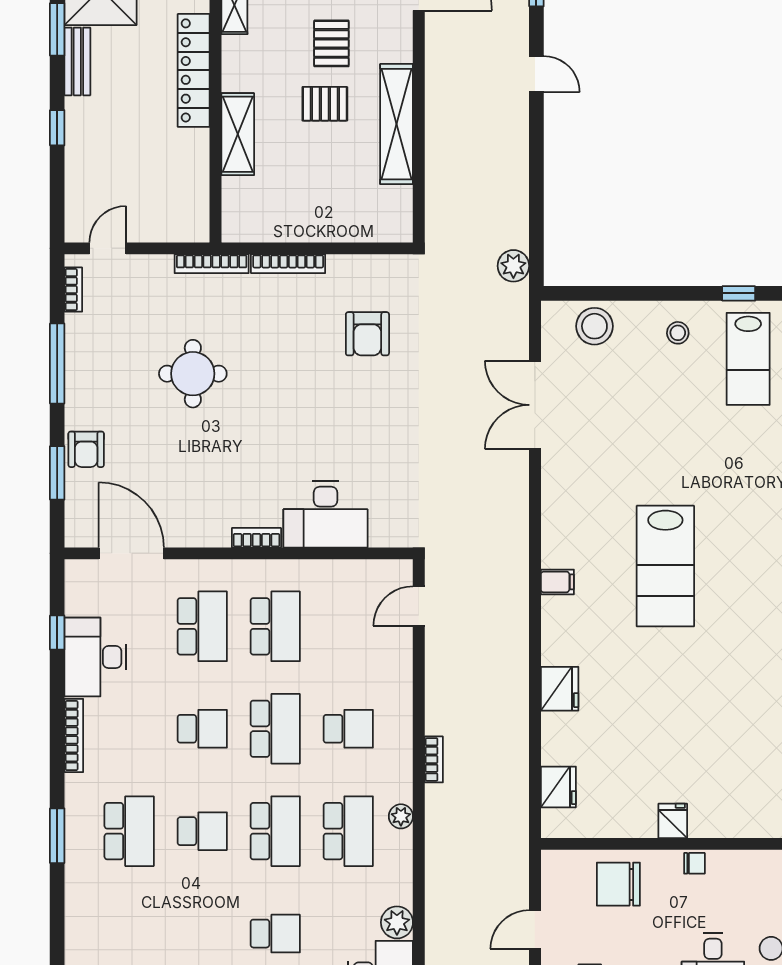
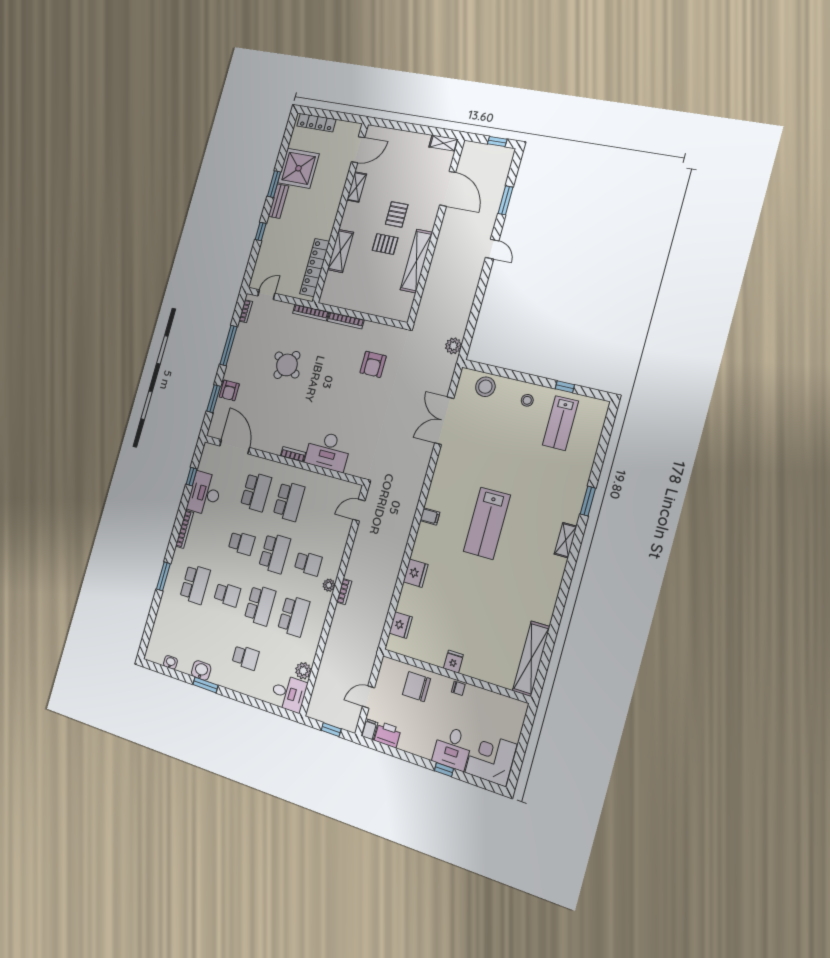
locker: (194, 70) -> (315, 268), moved
round table: (193, 374) -> (287, 365), turned 31
plant: (401, 816) -> (329, 585), moved

